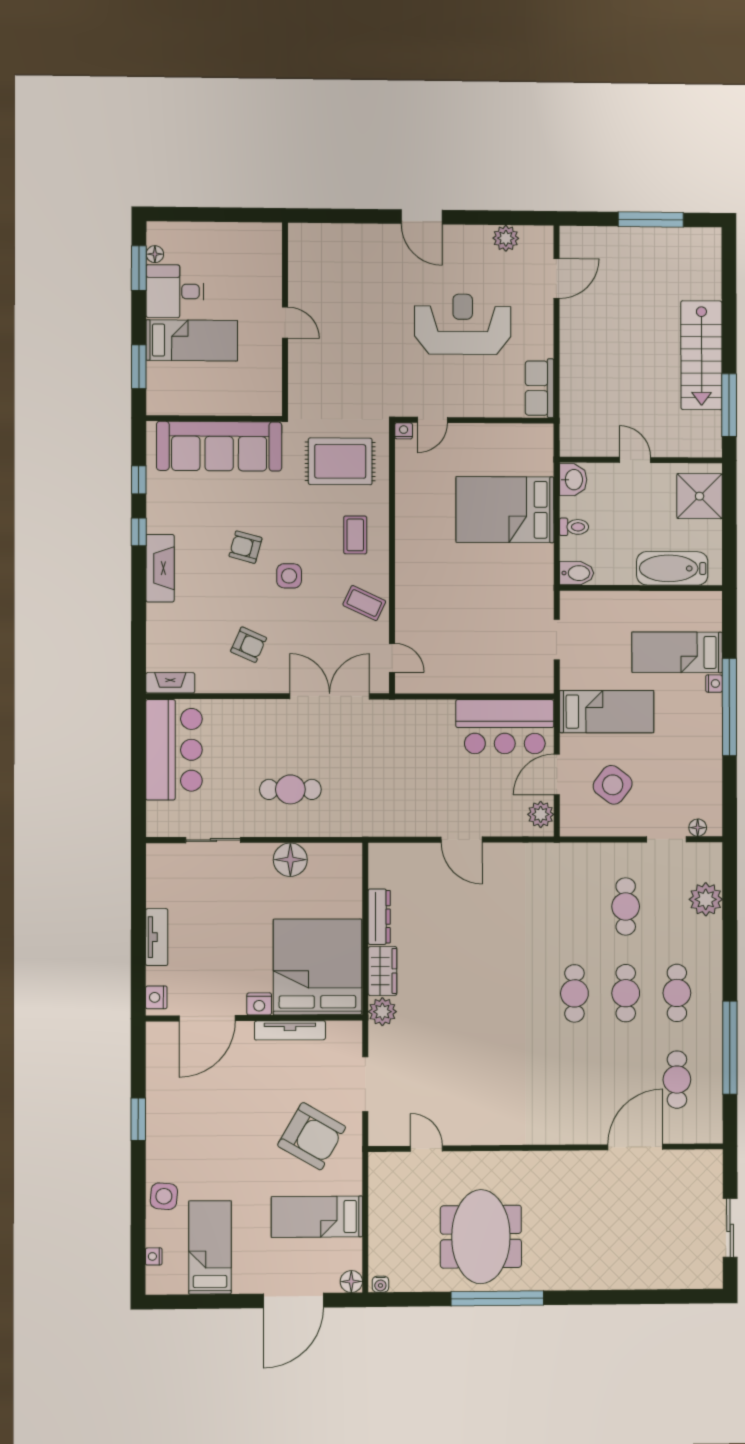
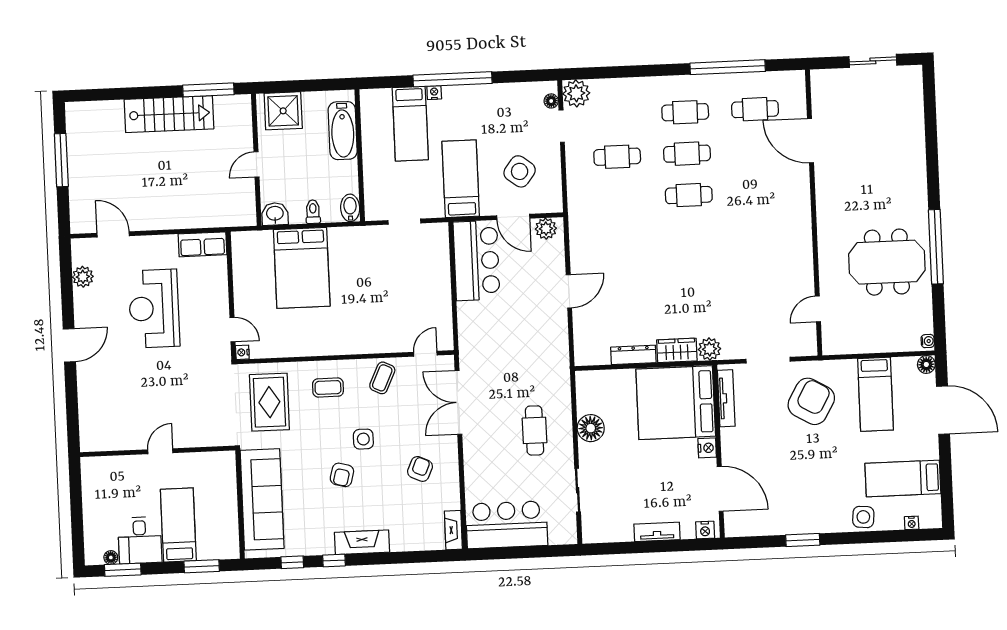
plant: (706, 899) -> (576, 93), moved
tv unit: (290, 1030) -> (726, 398), moved

